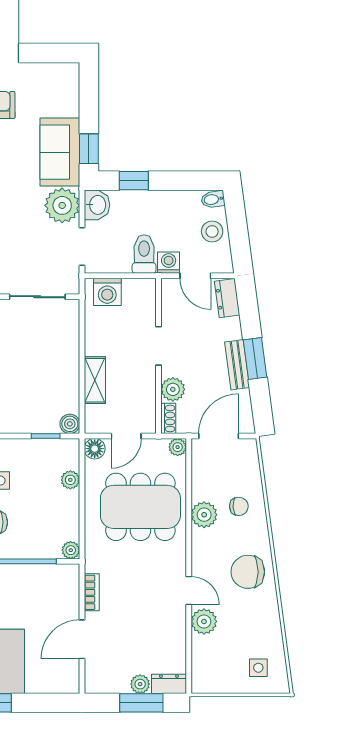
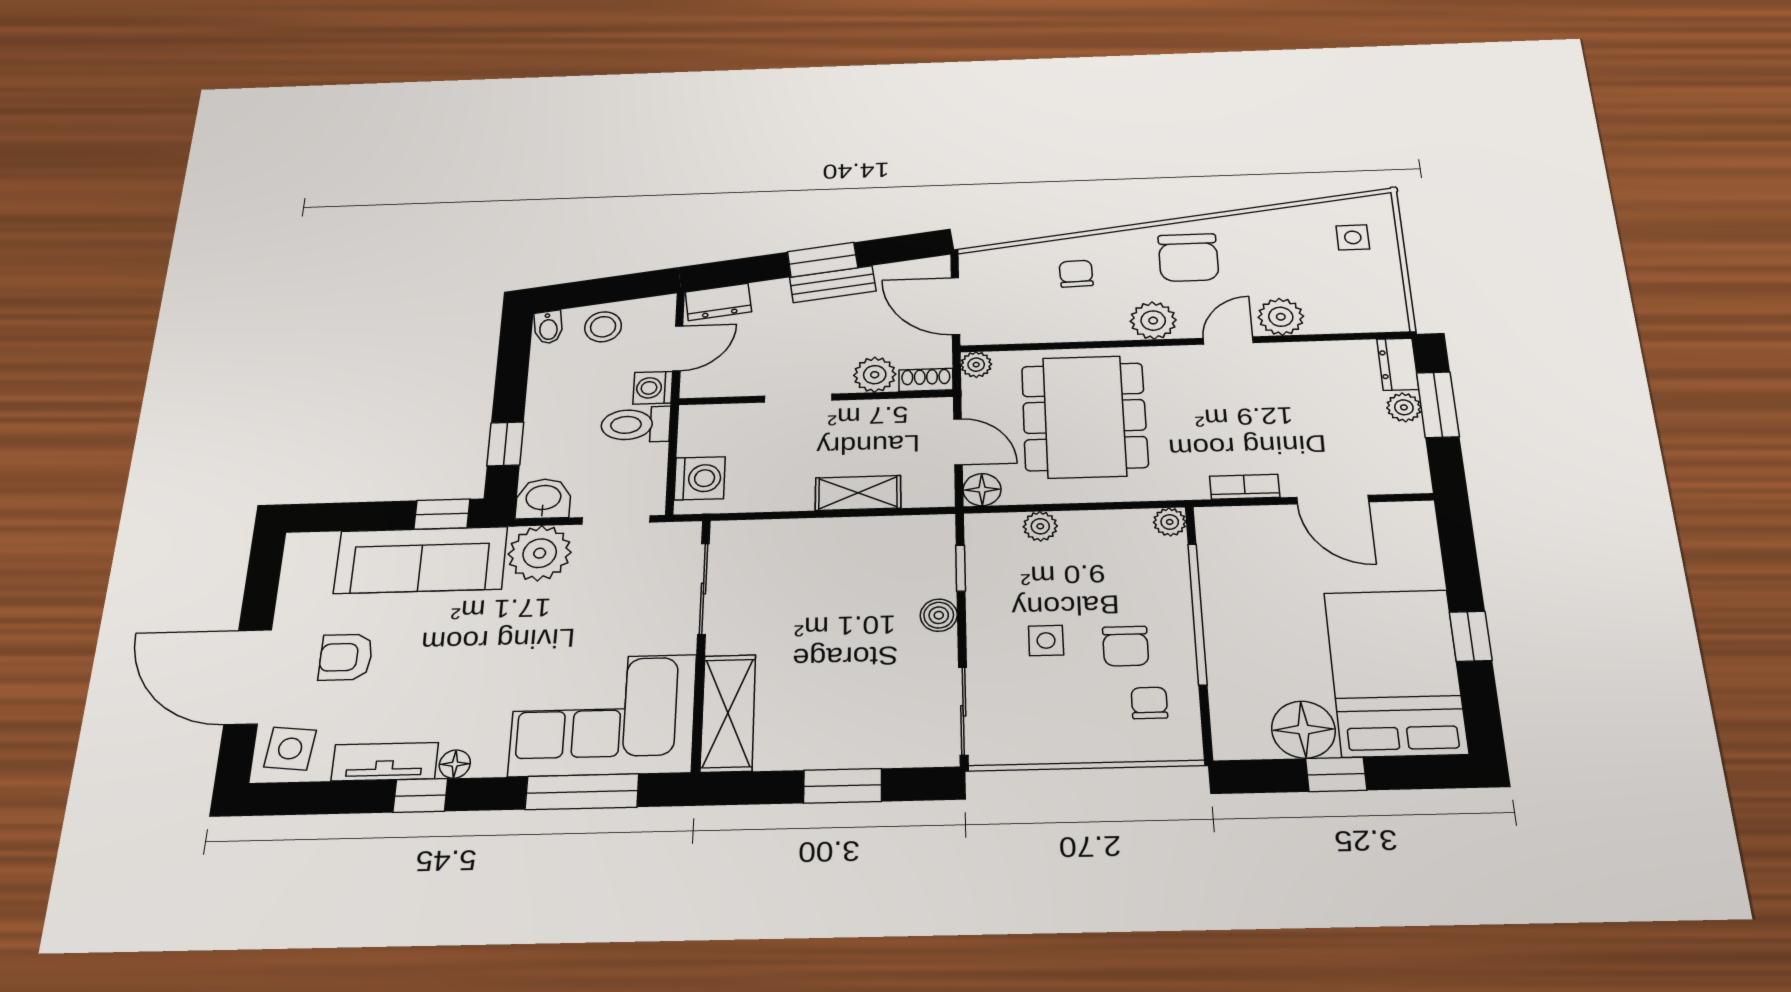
sofa: (60, 152) -> (421, 560), width x1.36
boiler: (70, 424) -> (939, 615), moved
plant: (204, 515) -> (1153, 321), moved

